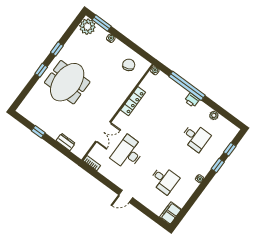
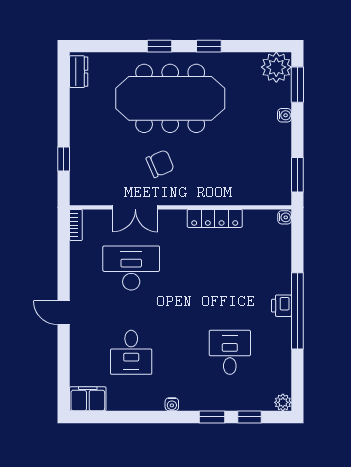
window: (141, 52) -> (297, 175), added
chair: (129, 65) -> (160, 164), moved
meeting table: (67, 82) -> (170, 98), width x1.36
window: (187, 86) -> (297, 311), moved
plant: (214, 115) -> (283, 402), moved
window: (38, 132) -> (64, 159), moved
desk: (196, 137) -> (230, 352), turned 180
dresser: (66, 142) -> (79, 72), moved

